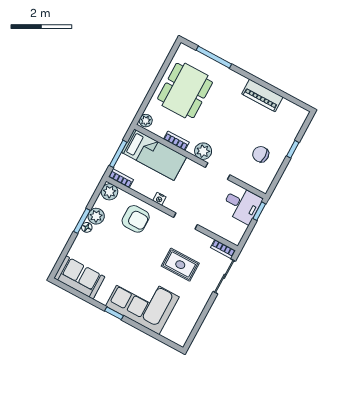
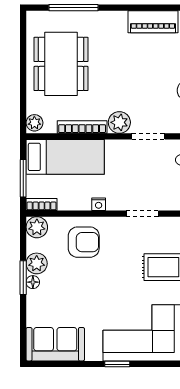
bookcase: (176, 141) -> (82, 127), width x1.56

